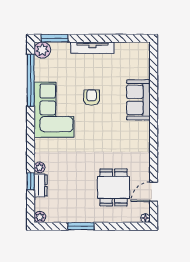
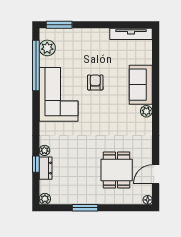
tv unit: (92, 48) -> (131, 34), moved
plant: (42, 50) -> (47, 48), moved
plant: (144, 127) -> (146, 111), added

